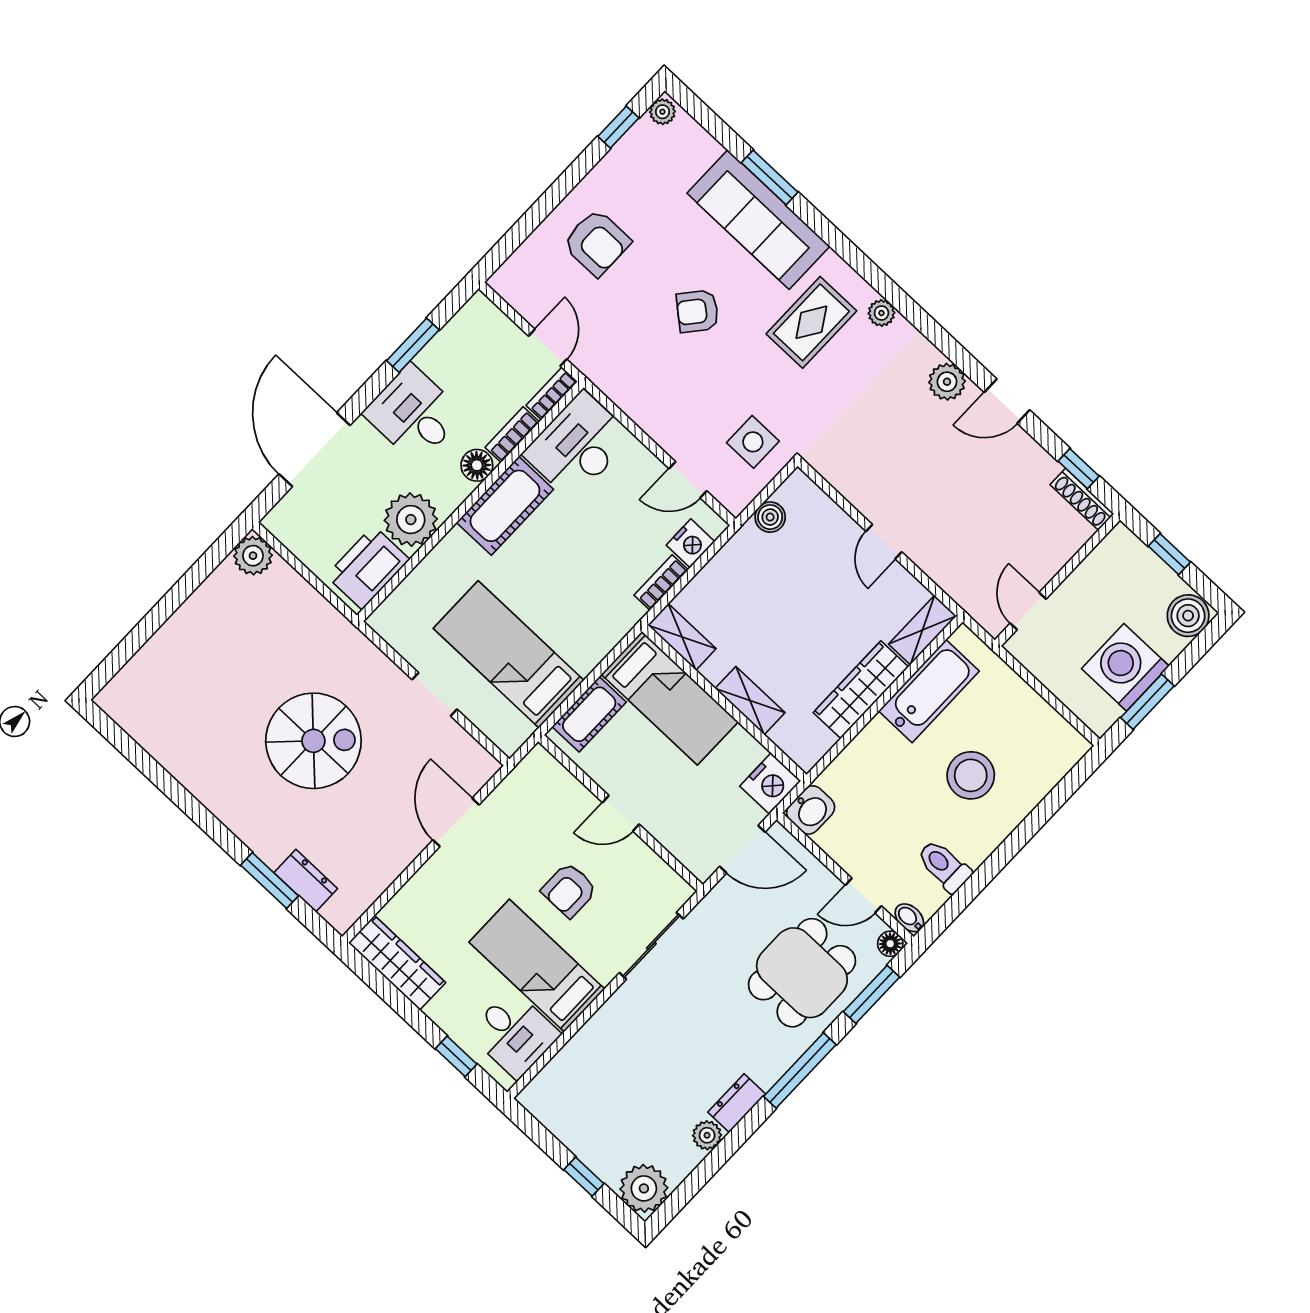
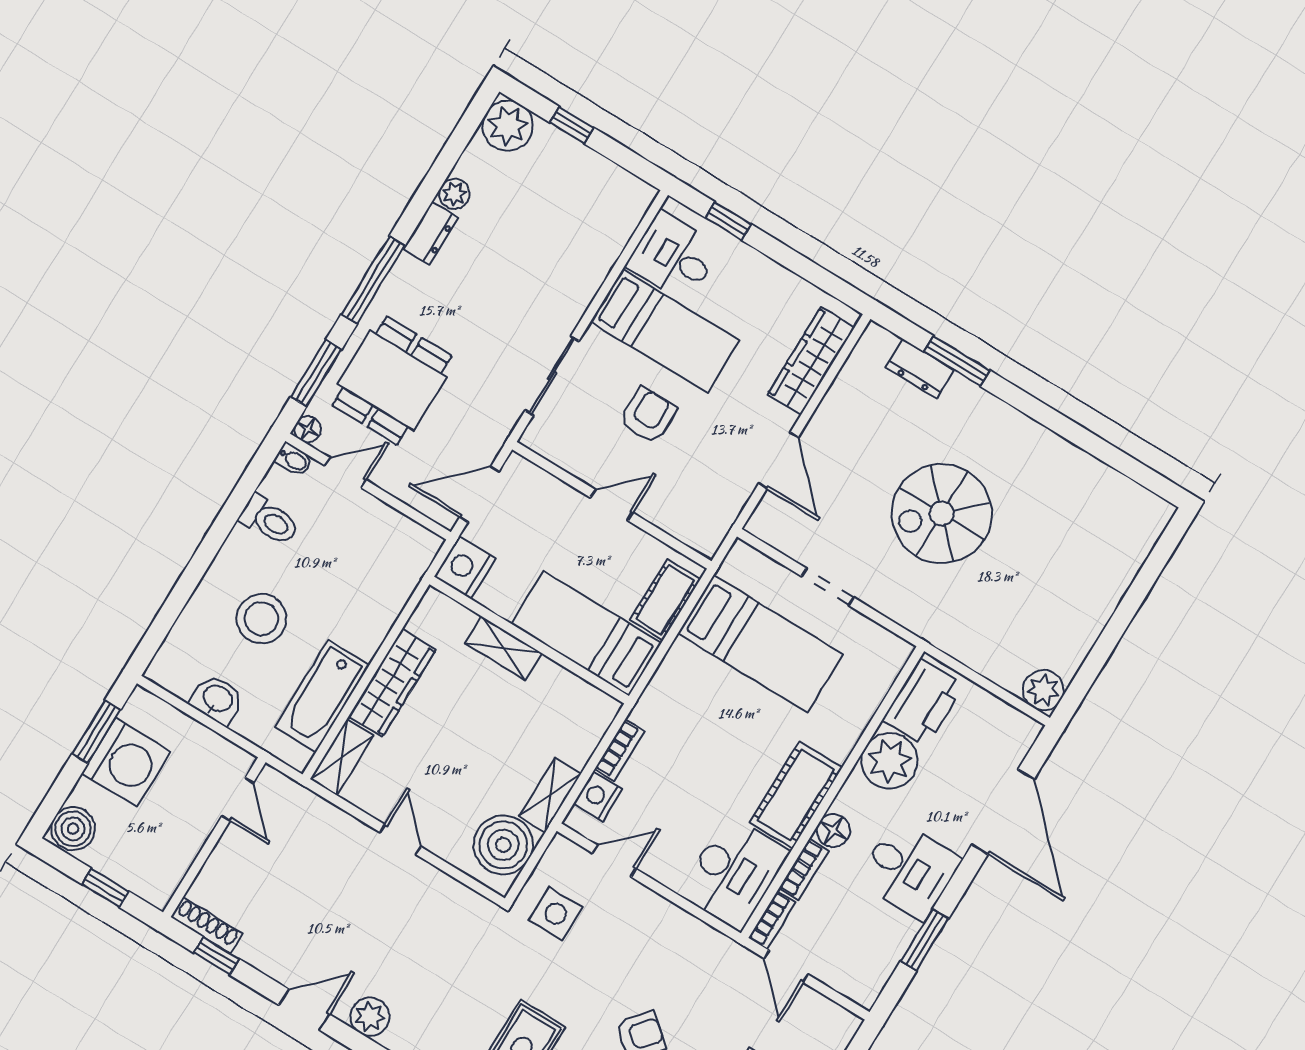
boiler: (770, 517) -> (503, 845), width x1.86, depth x1.86
shelving: (682, 637) -> (550, 795), moved, turned 90
washbasin: (811, 810) -> (217, 699), moved, turned 90
wardrobe: (397, 963) -> (811, 361), moved, turned 90

